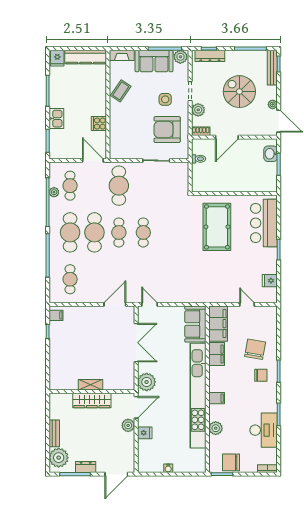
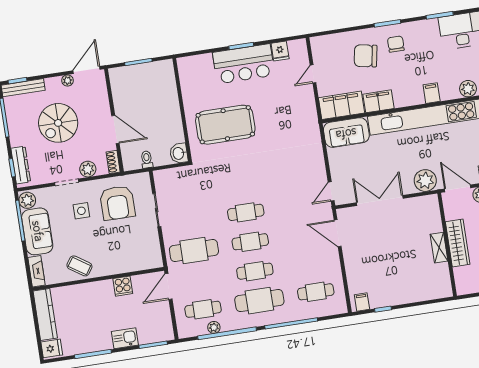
washbasin: (271, 154) -> (179, 153), moved, turned 90
bar counter: (264, 223) -> (244, 64), moved
cafe table: (94, 232) -> (255, 271), width x0.73, depth x0.74

